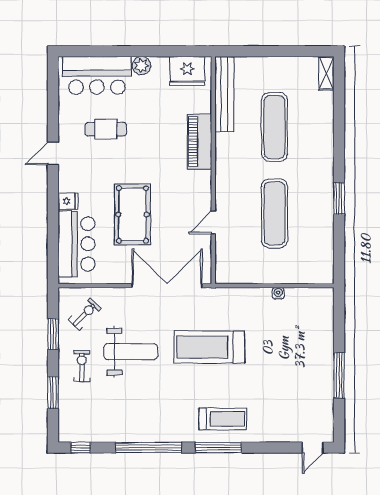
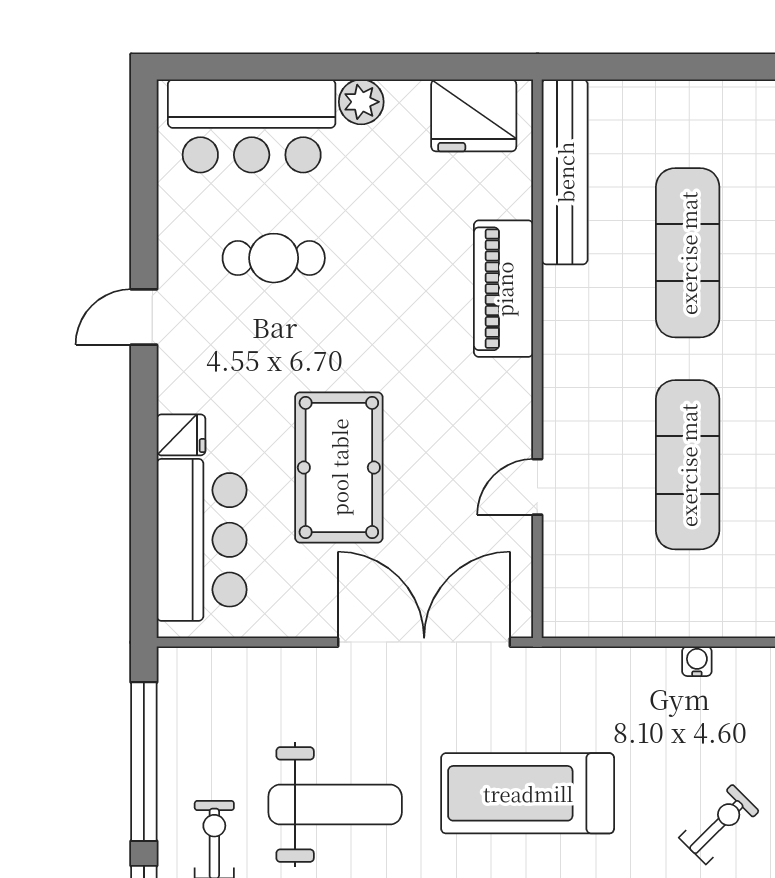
exercise bike: (85, 314) -> (719, 824), moved
window: (53, 334) -> (144, 762), width x2.11

